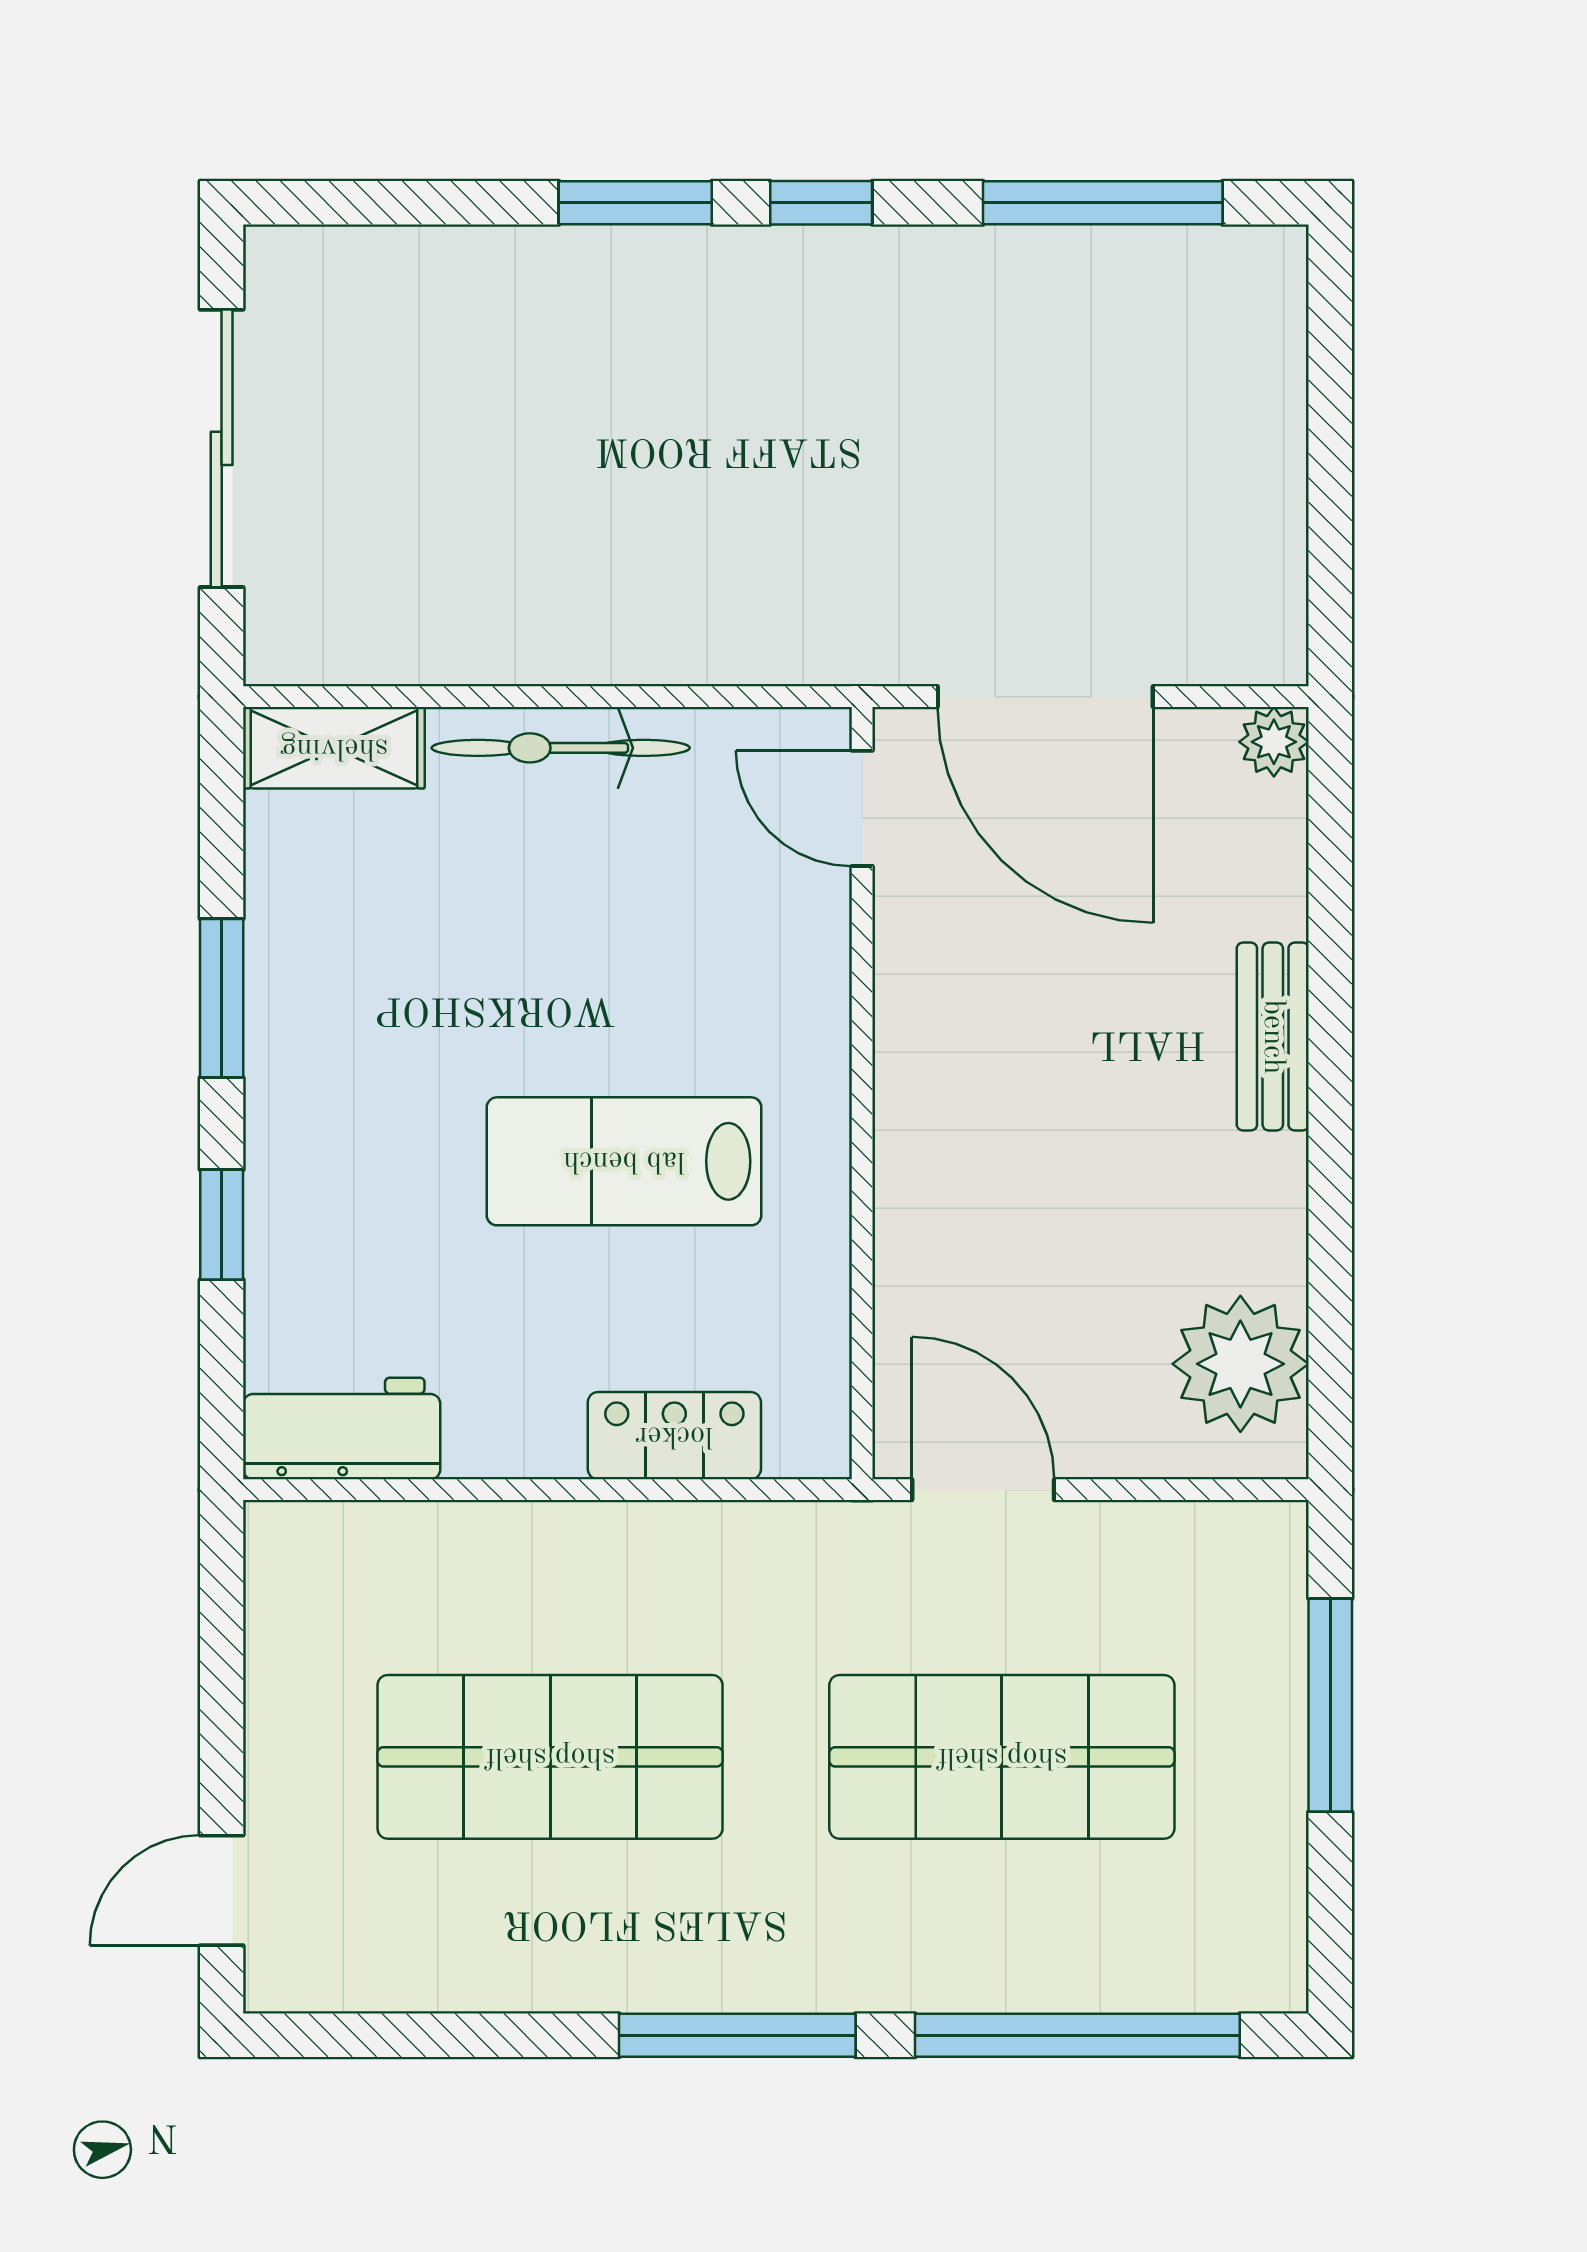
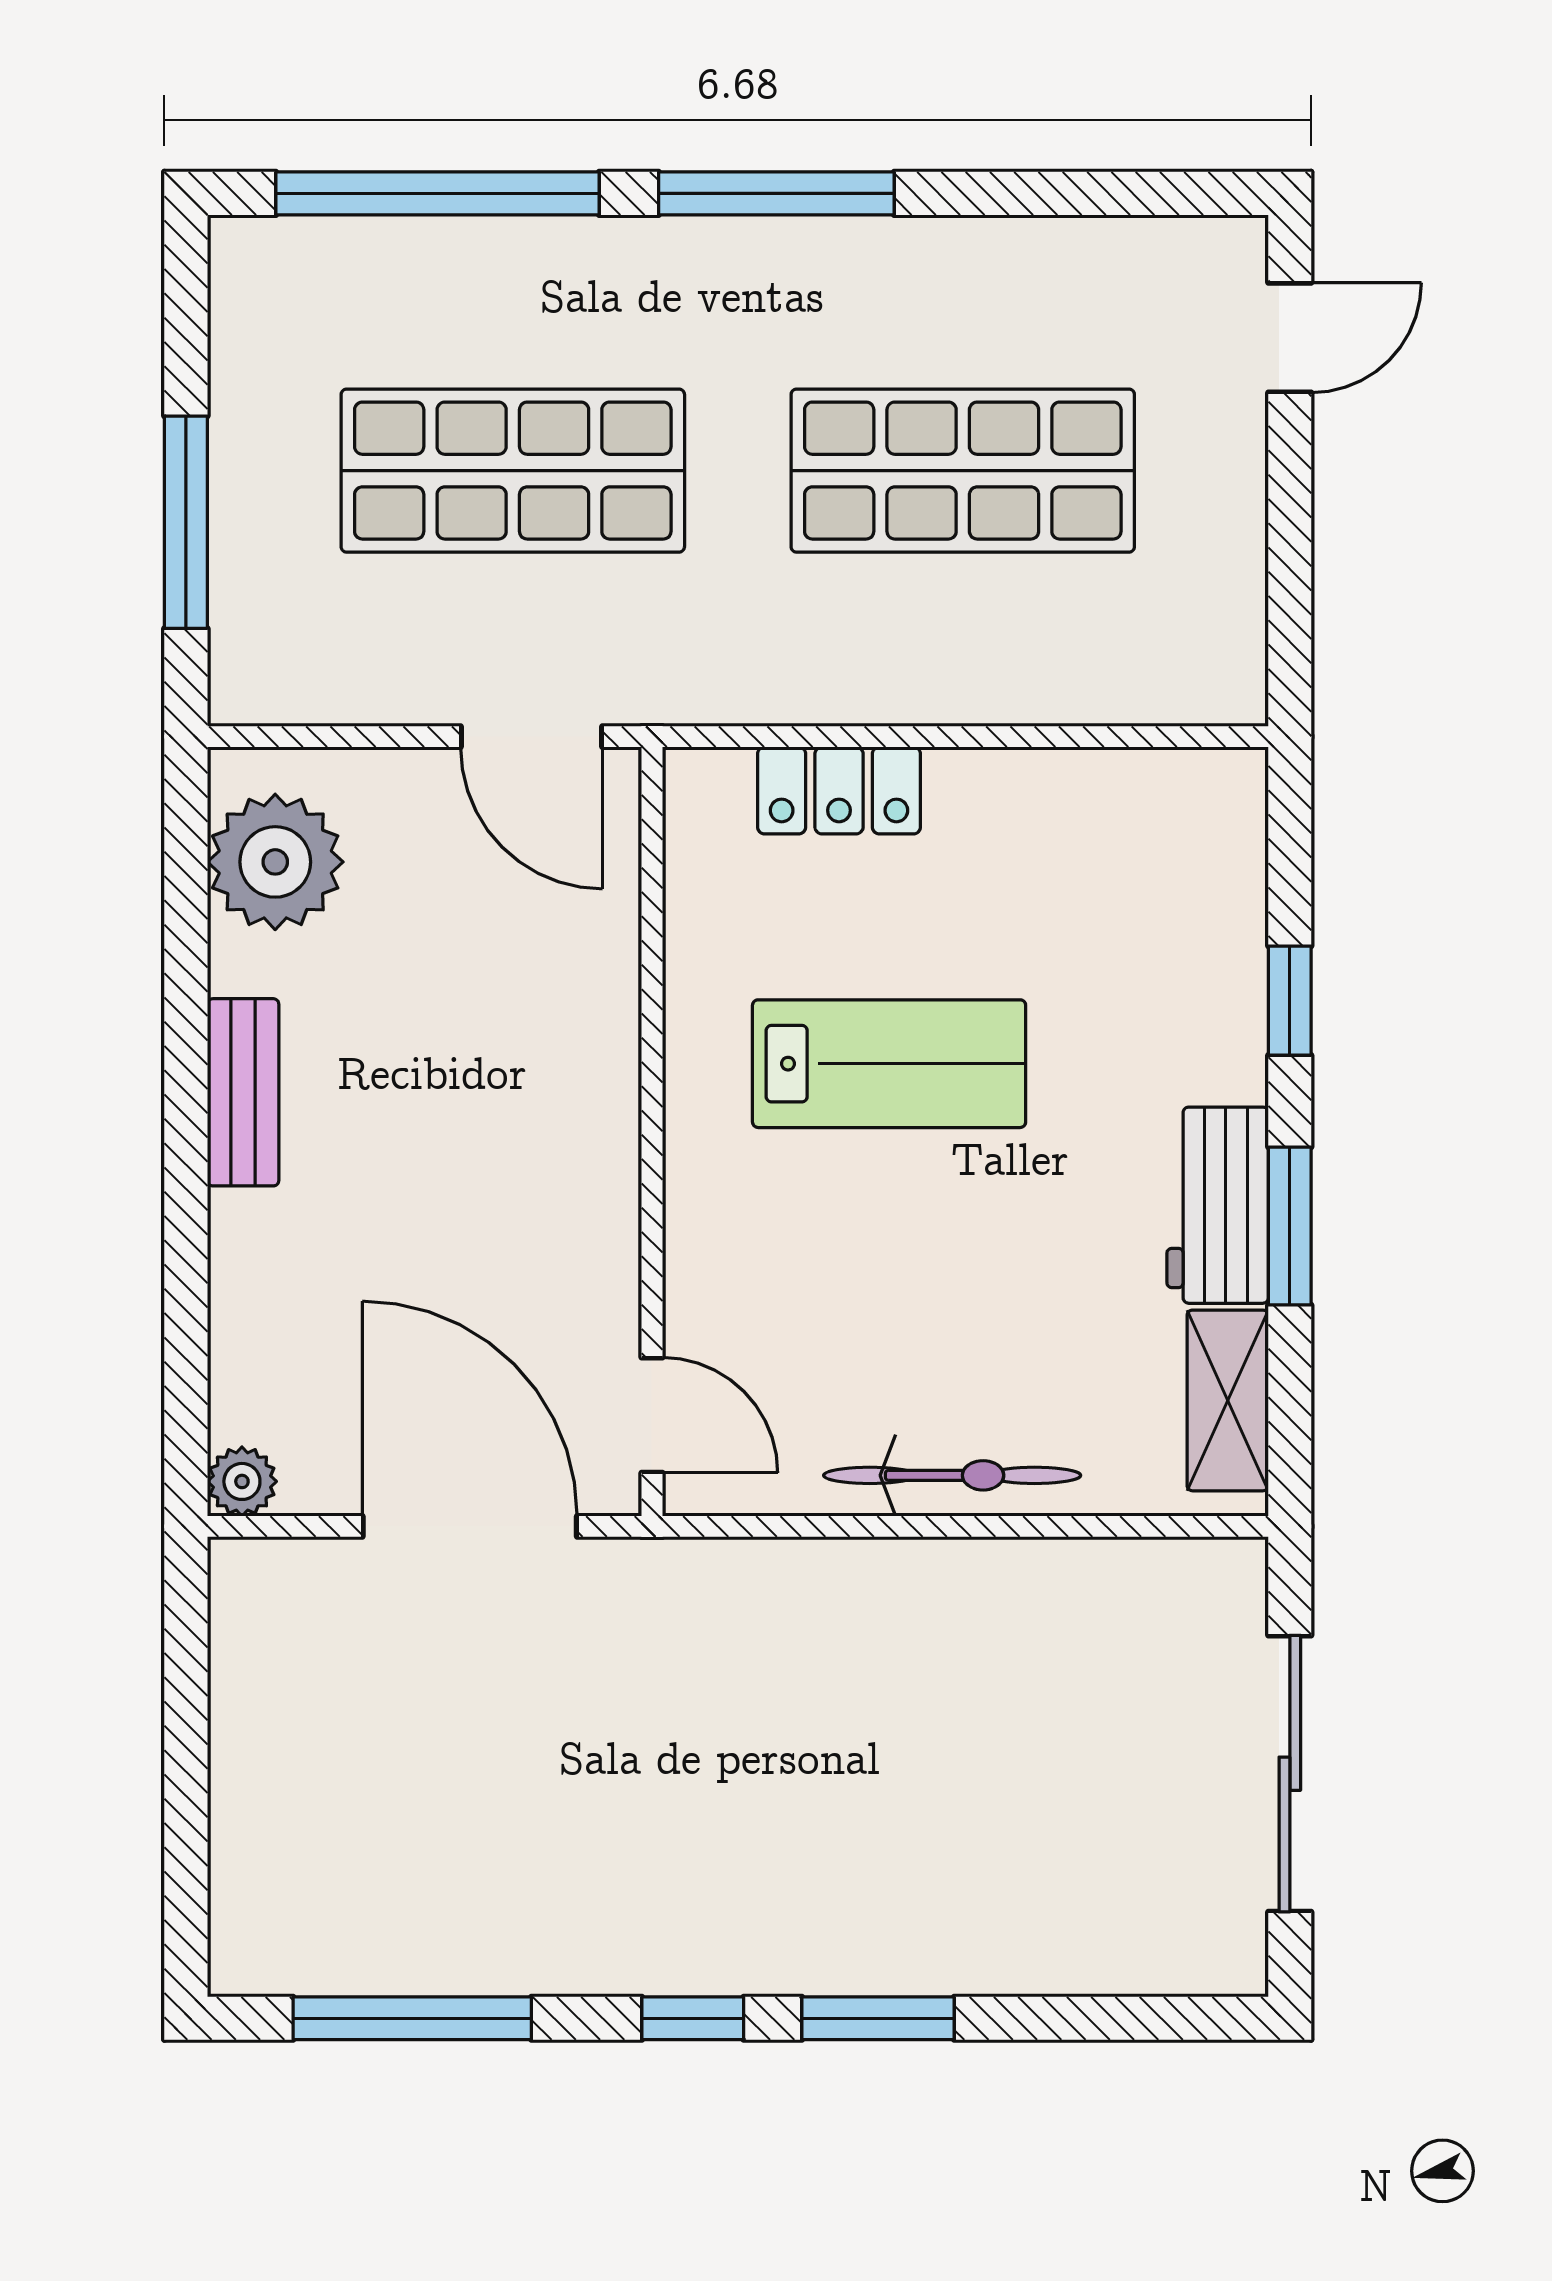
shelving: (334, 748) -> (1228, 1400), moved, turned 90
bench: (1273, 1037) -> (243, 1092), moved
workbench: (342, 1428) -> (1218, 1205), moved, turned 90

